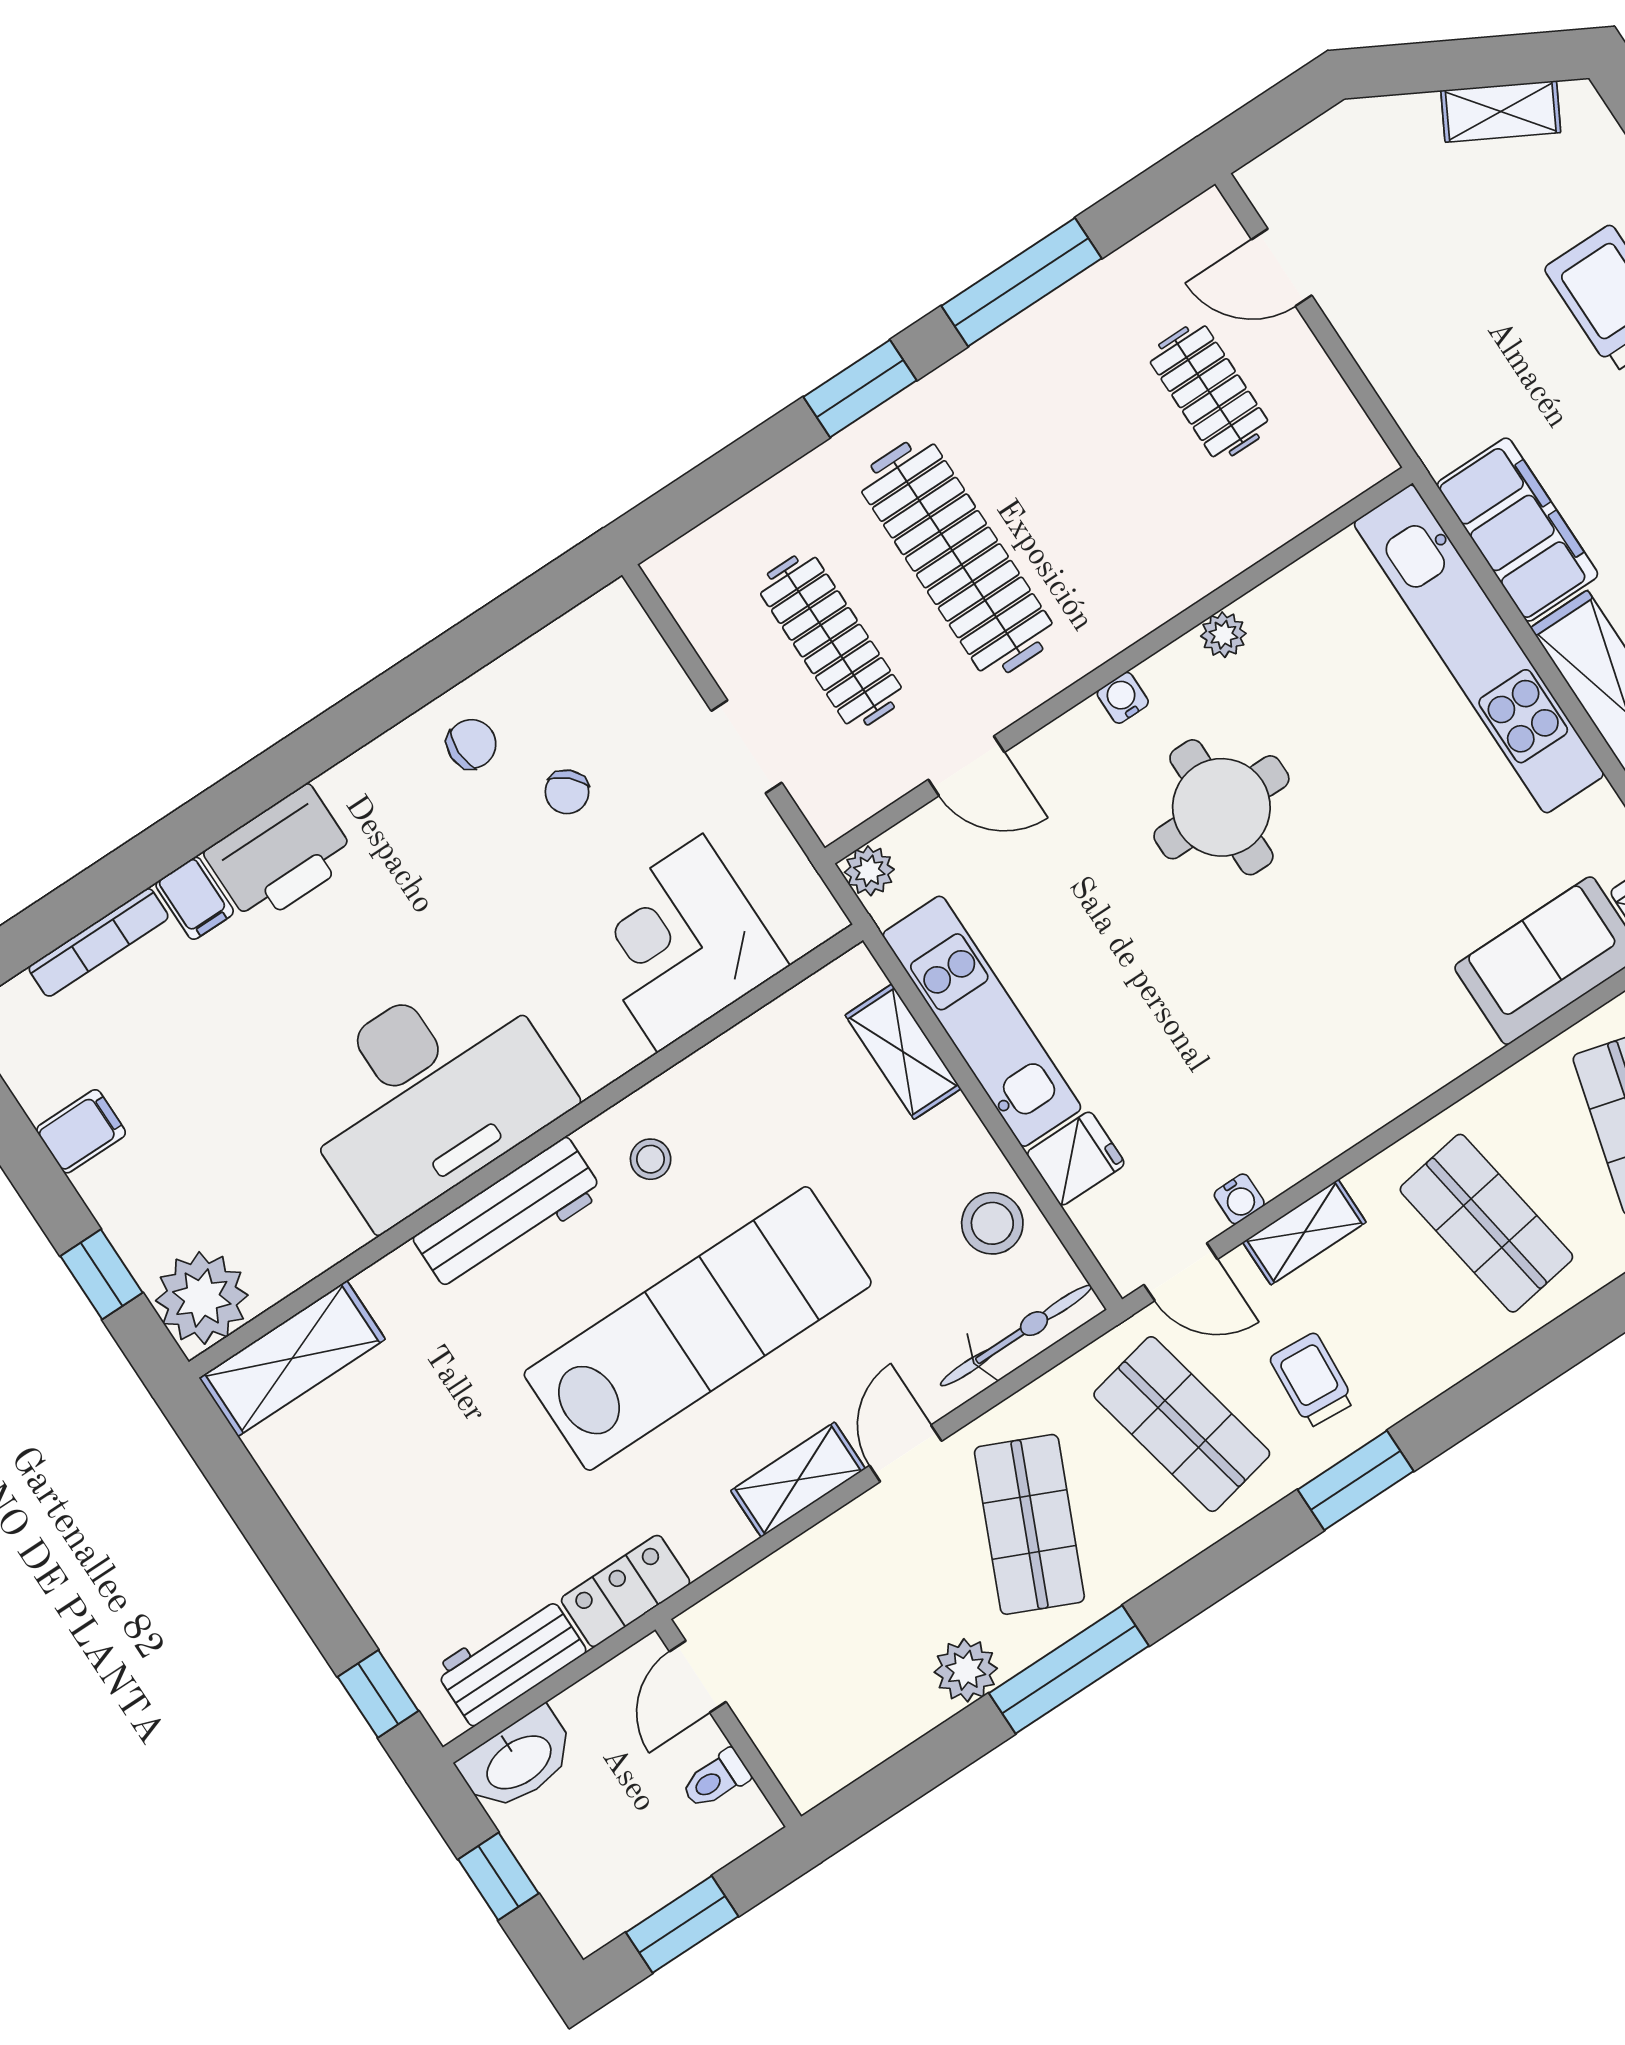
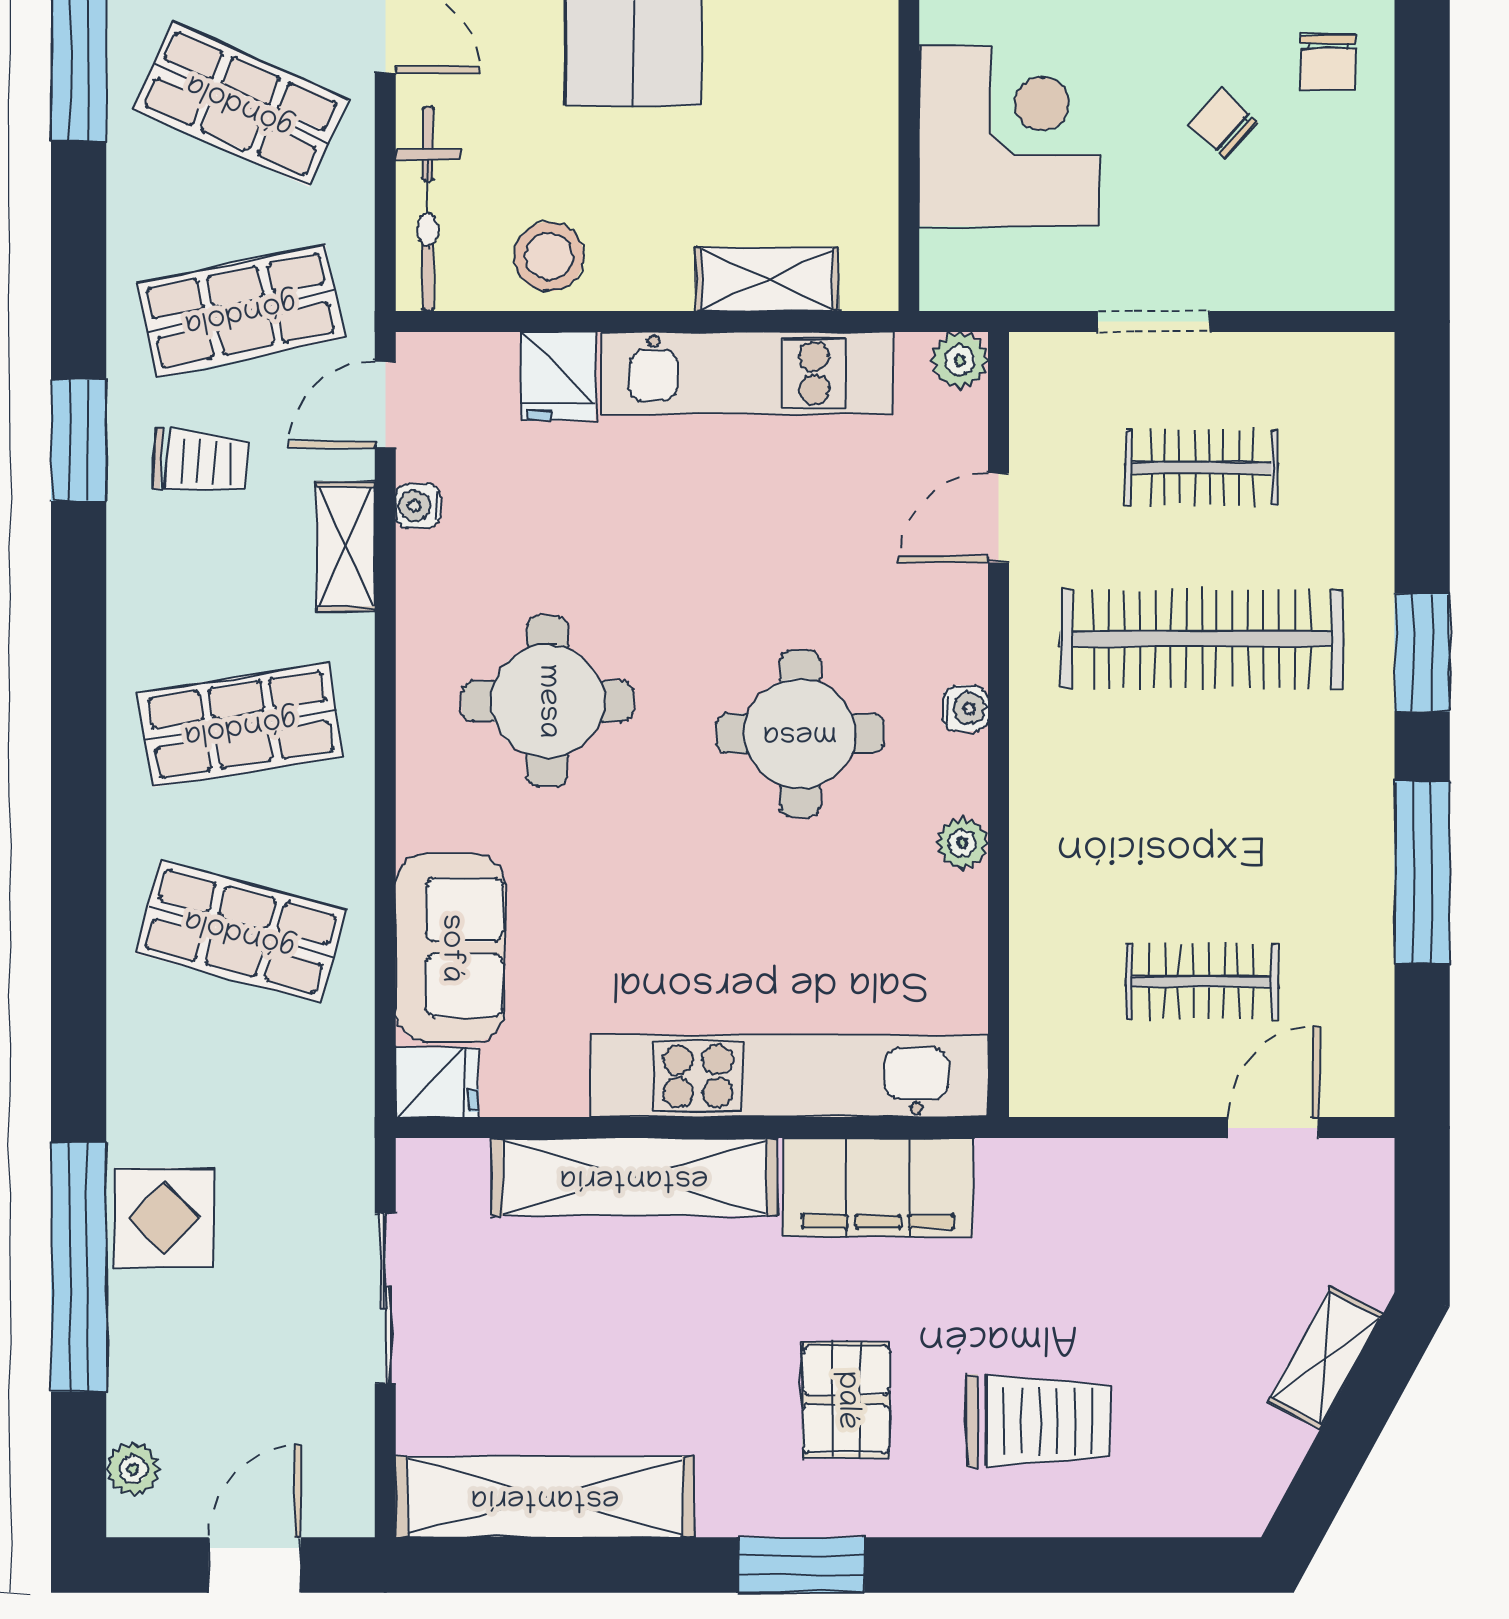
shelving: (1501, 111) -> (1325, 1358), moved
clothes rail: (831, 641) -> (1202, 468), width x0.73
round table: (1320, 1009) -> (547, 701), added

